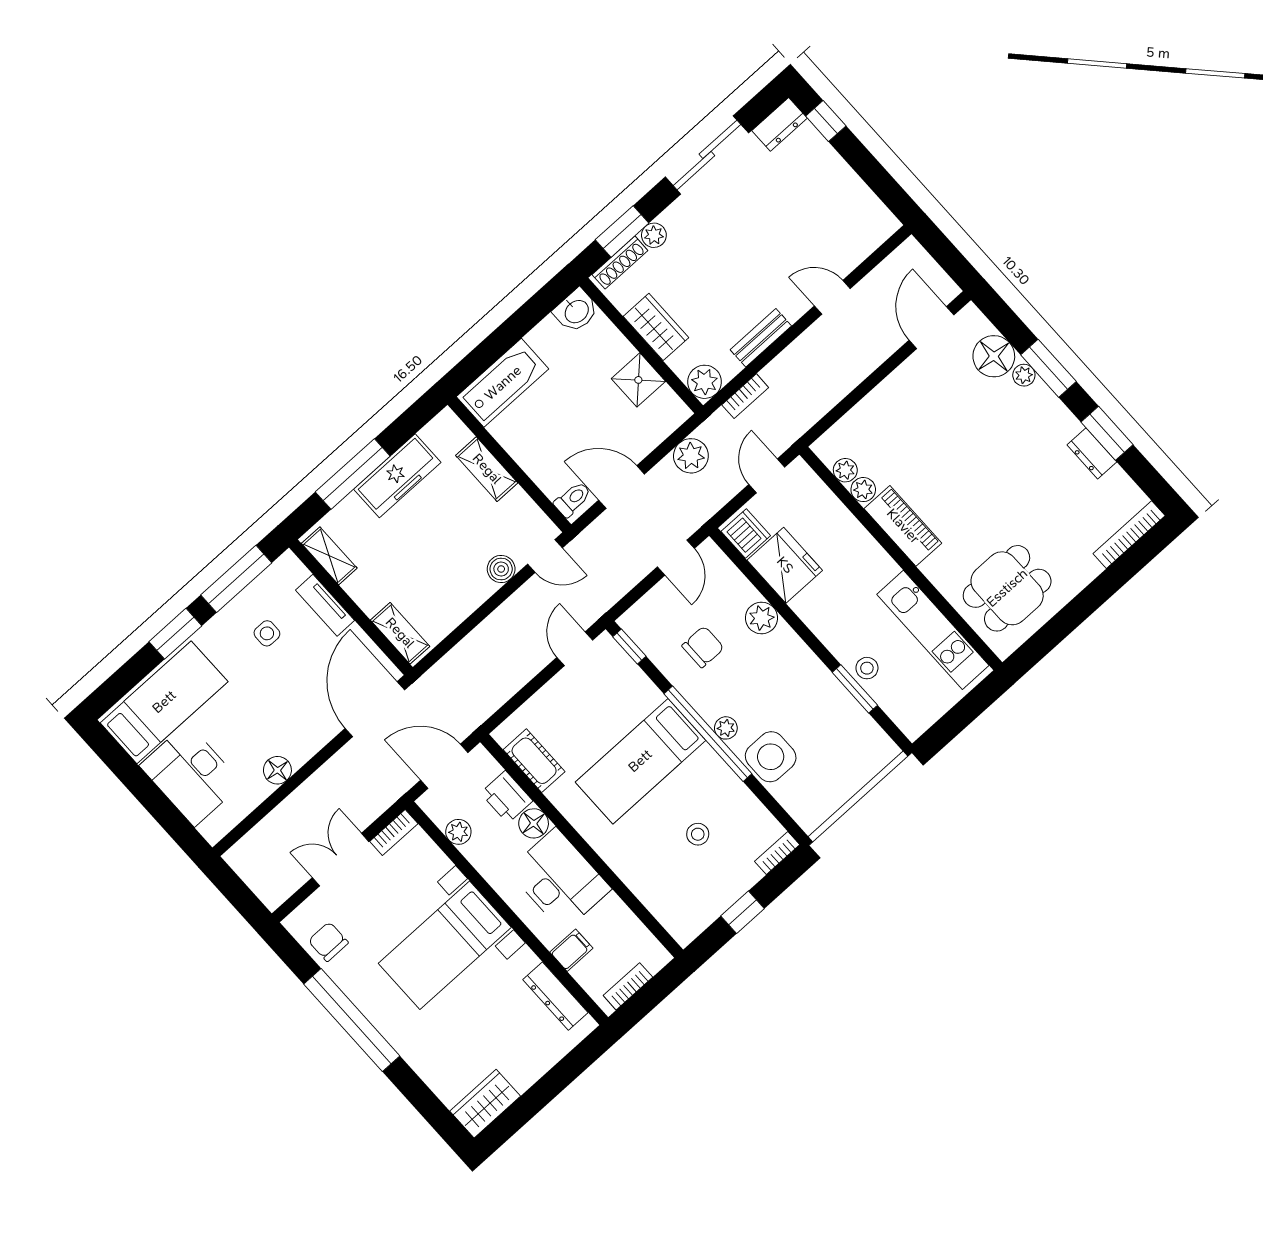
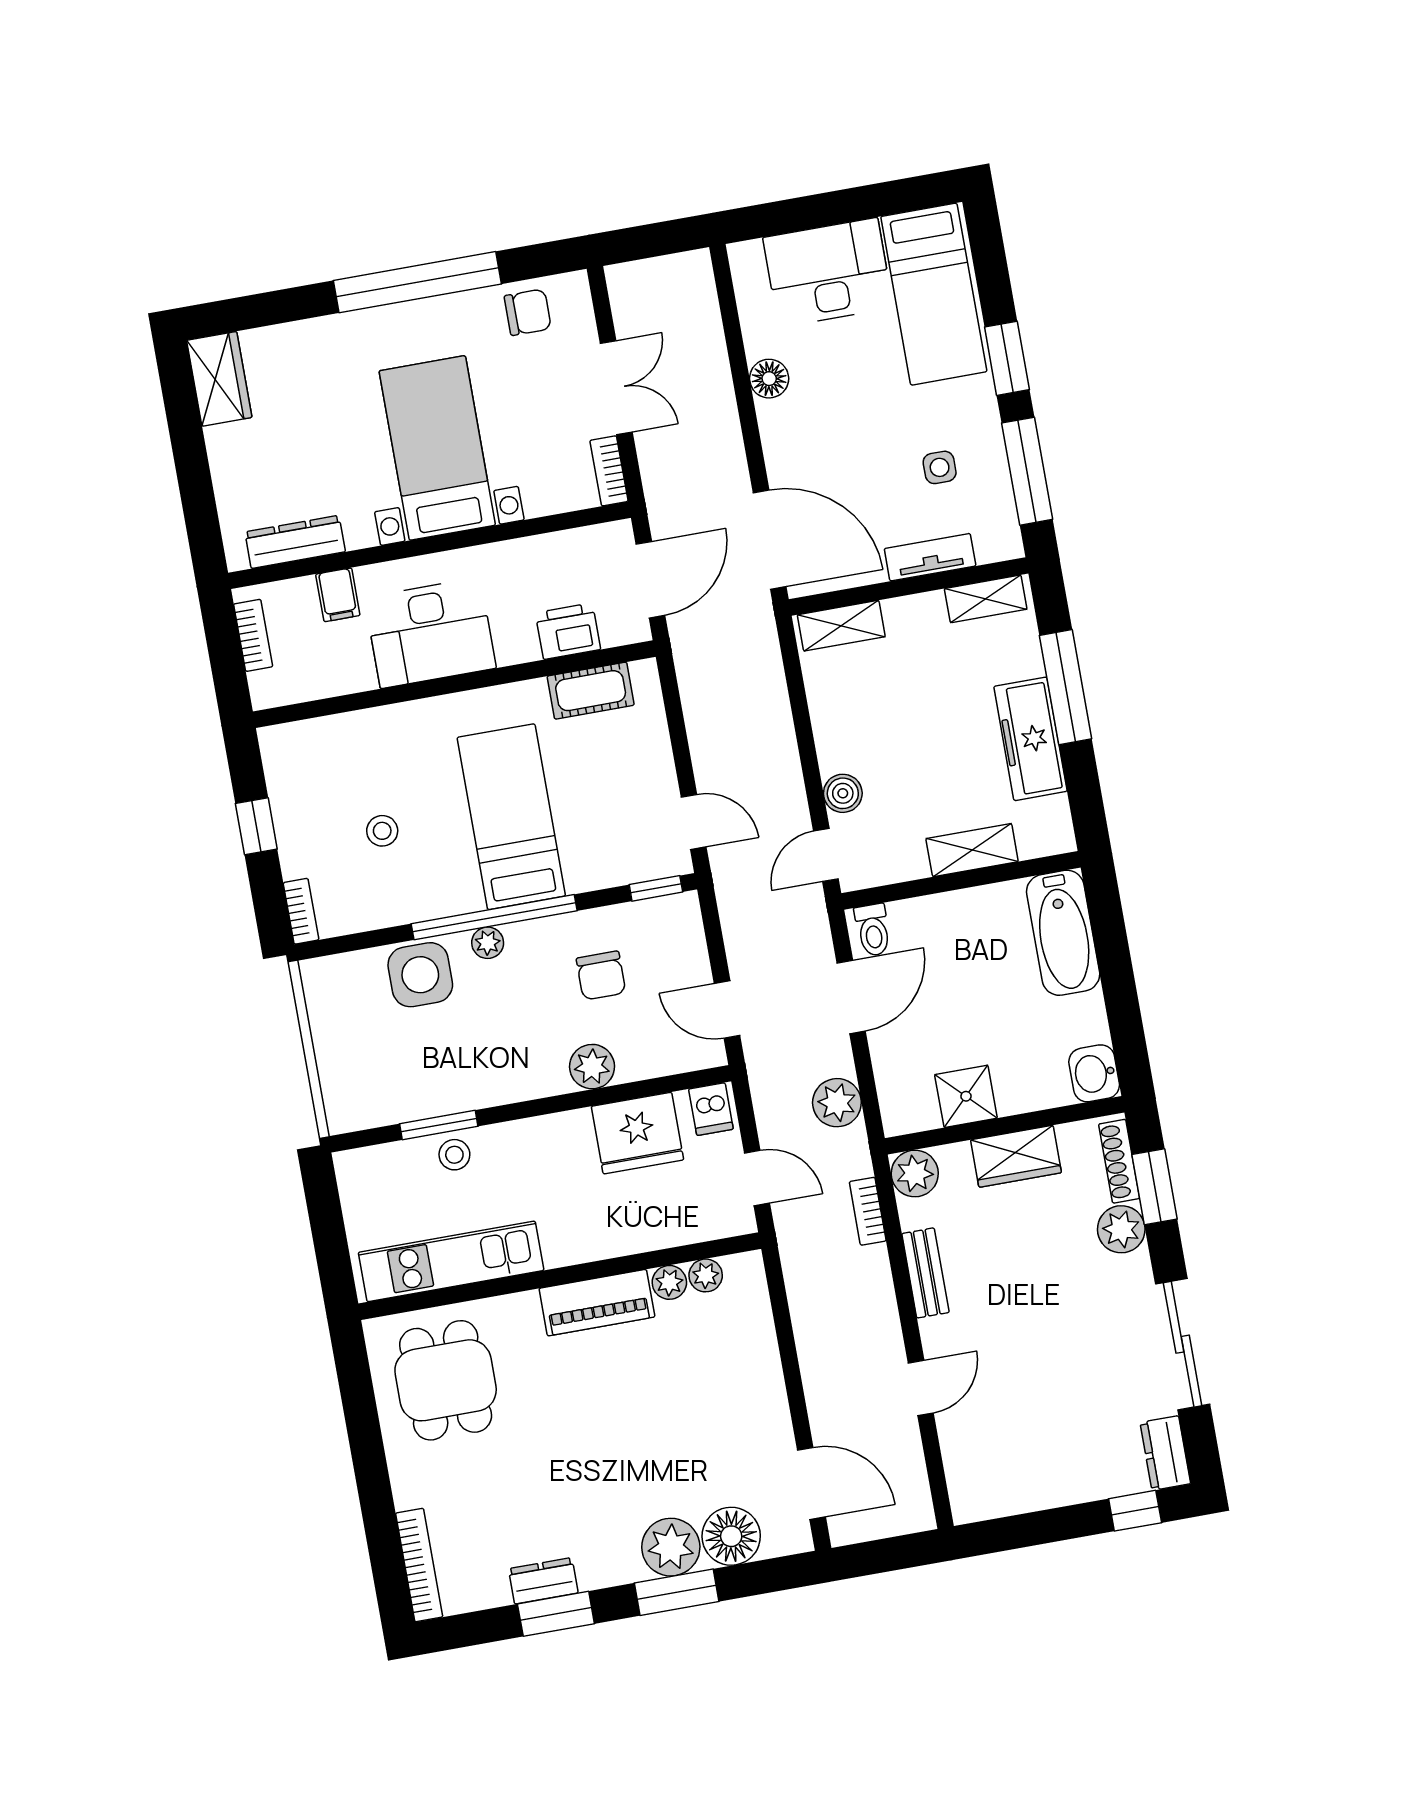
plant: (654, 235) -> (1121, 1229), width x1.38, depth x1.38
plant: (1024, 375) -> (671, 1547), width x1.87, depth x1.87
dishwasher: (746, 533) -> (711, 1109), width x0.73
floor lamp: (534, 823) -> (516, 644), removed
plant: (458, 832) -> (562, 548), removed

